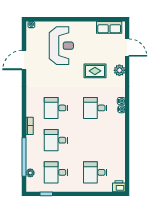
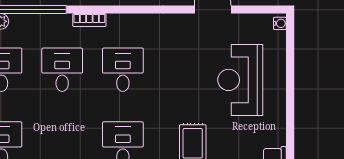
reception desk: (61, 46) -> (240, 80), turned 90

